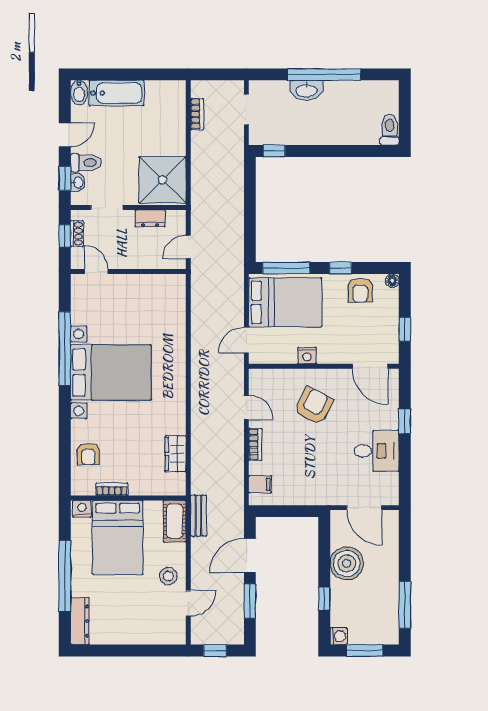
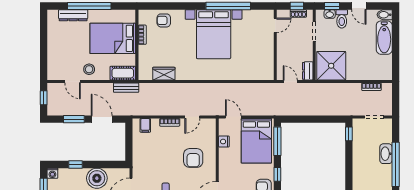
dresser: (150, 218) -> (308, 71), moved
nightstand: (307, 356) -> (224, 142), moved
armchair: (313, 406) -> (193, 158), turned 62
nightstand: (82, 509) -> (130, 16), removed
dresser: (80, 621) -> (73, 15), moved

